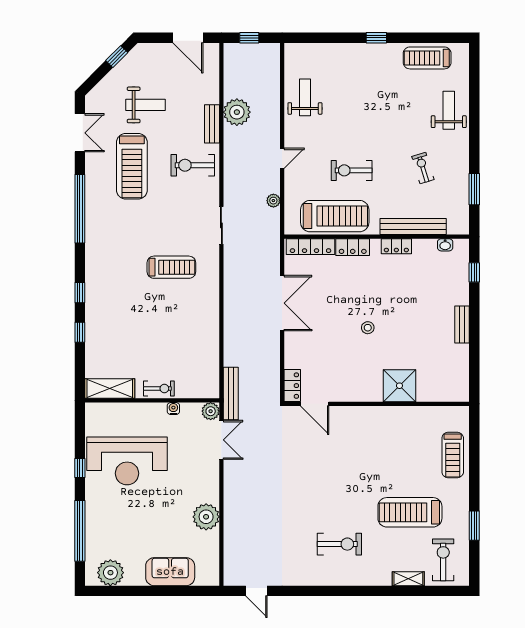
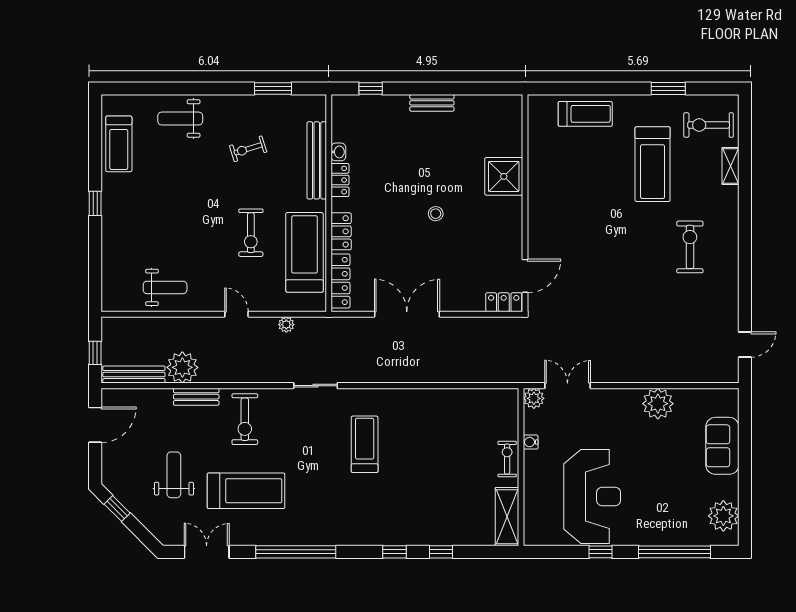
weight bench: (305, 97) -> (165, 287), turned 180
washbasin: (445, 245) -> (338, 152), moved
bench: (231, 394) -> (134, 375), moved

